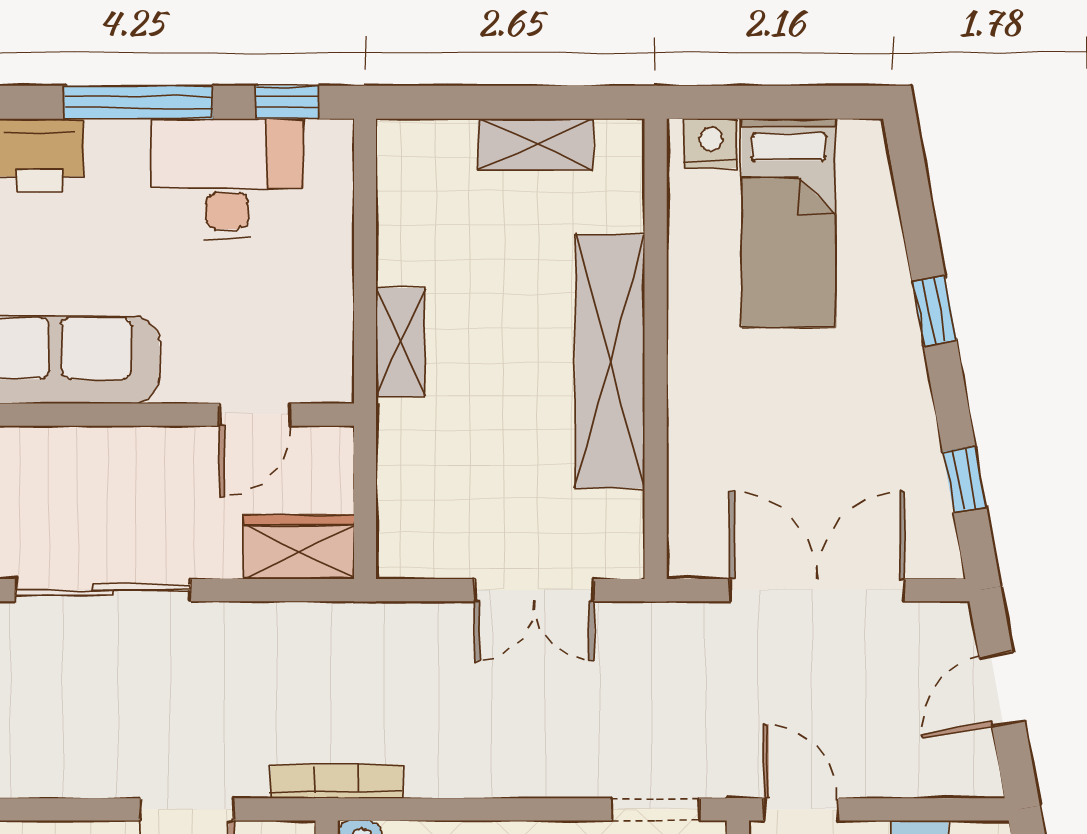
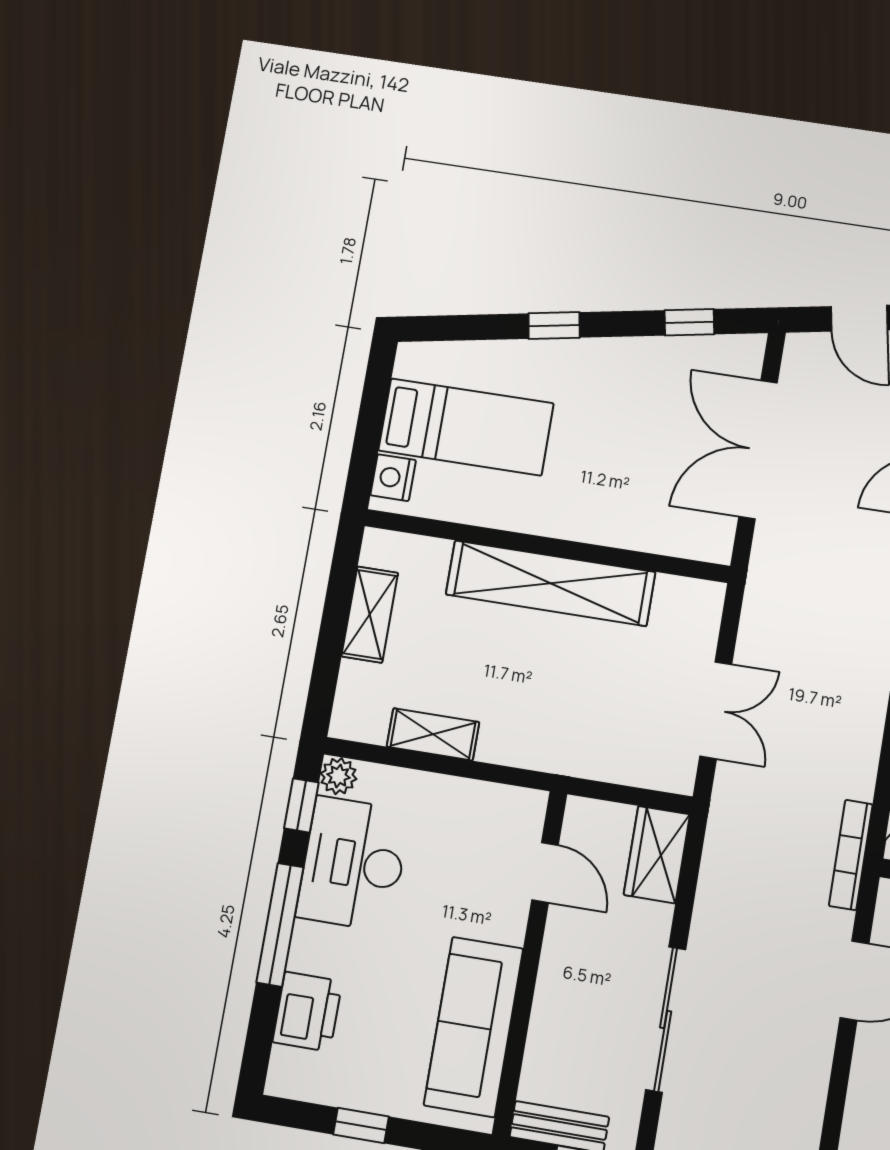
plant: (331, 142) -> (338, 776), added
shelving: (400, 342) -> (433, 734), moved
double door: (534, 590) -> (716, 710), moved

